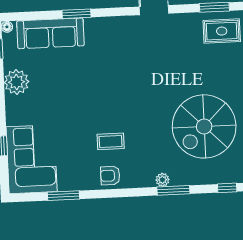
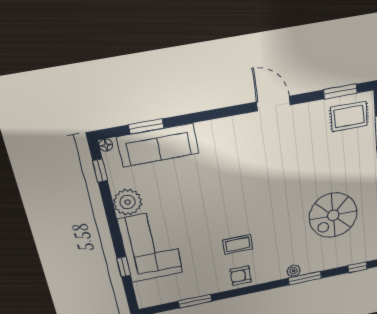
window: (76, 14) -> (146, 126), moved
spiral stairs: (204, 126) -> (333, 215), width x0.73, depth x0.73
corner sofa: (32, 159) -> (151, 246), moved

